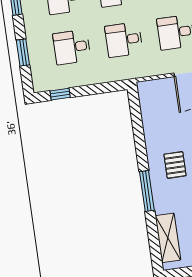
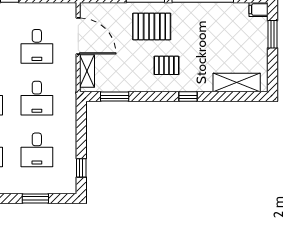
shelving: (158, 86) -> (87, 71), added
window: (136, 117) -> (115, 97), added
window: (147, 191) -> (188, 97), width x0.46

